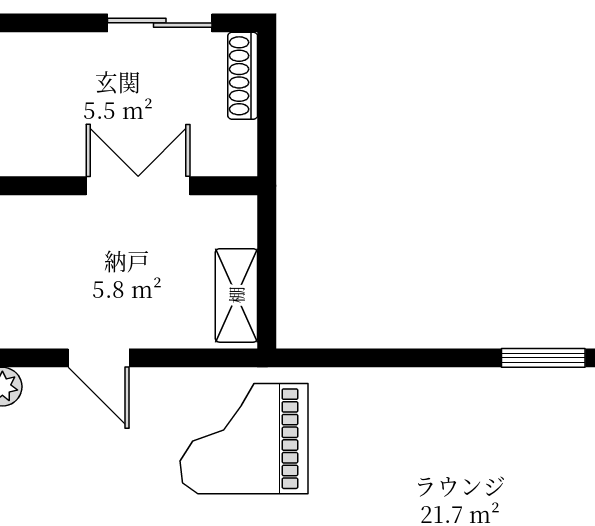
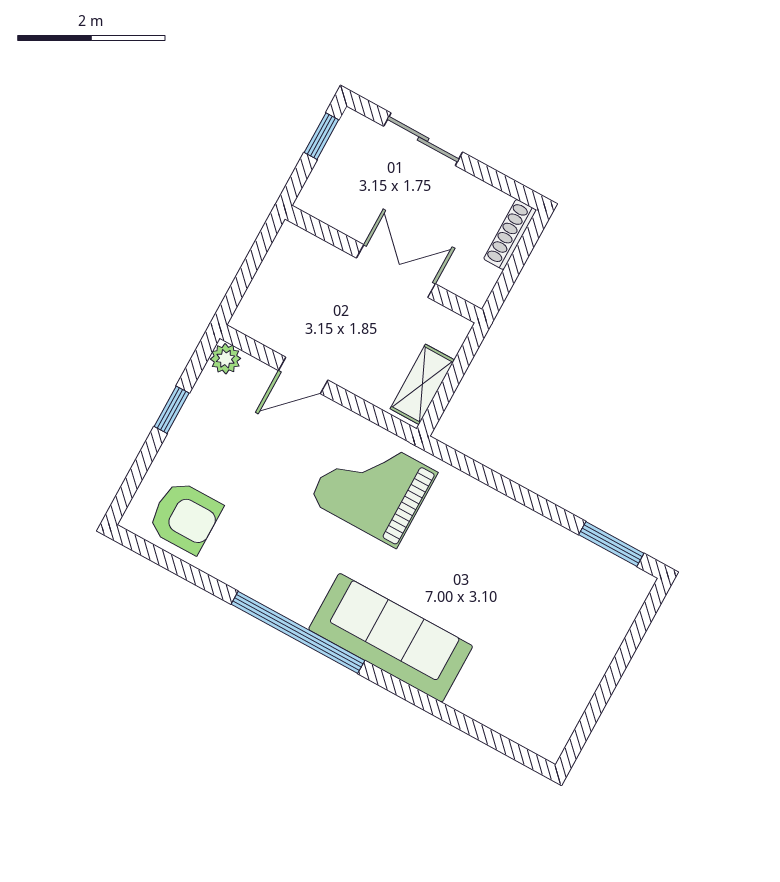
sliding door: (160, 23) -> (423, 139), moved
door: (99, 358) -> (303, 375), hinge flipped

